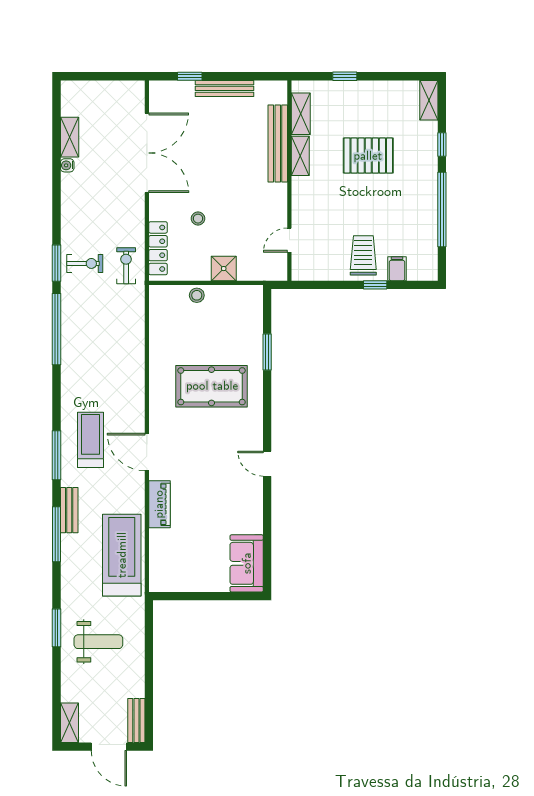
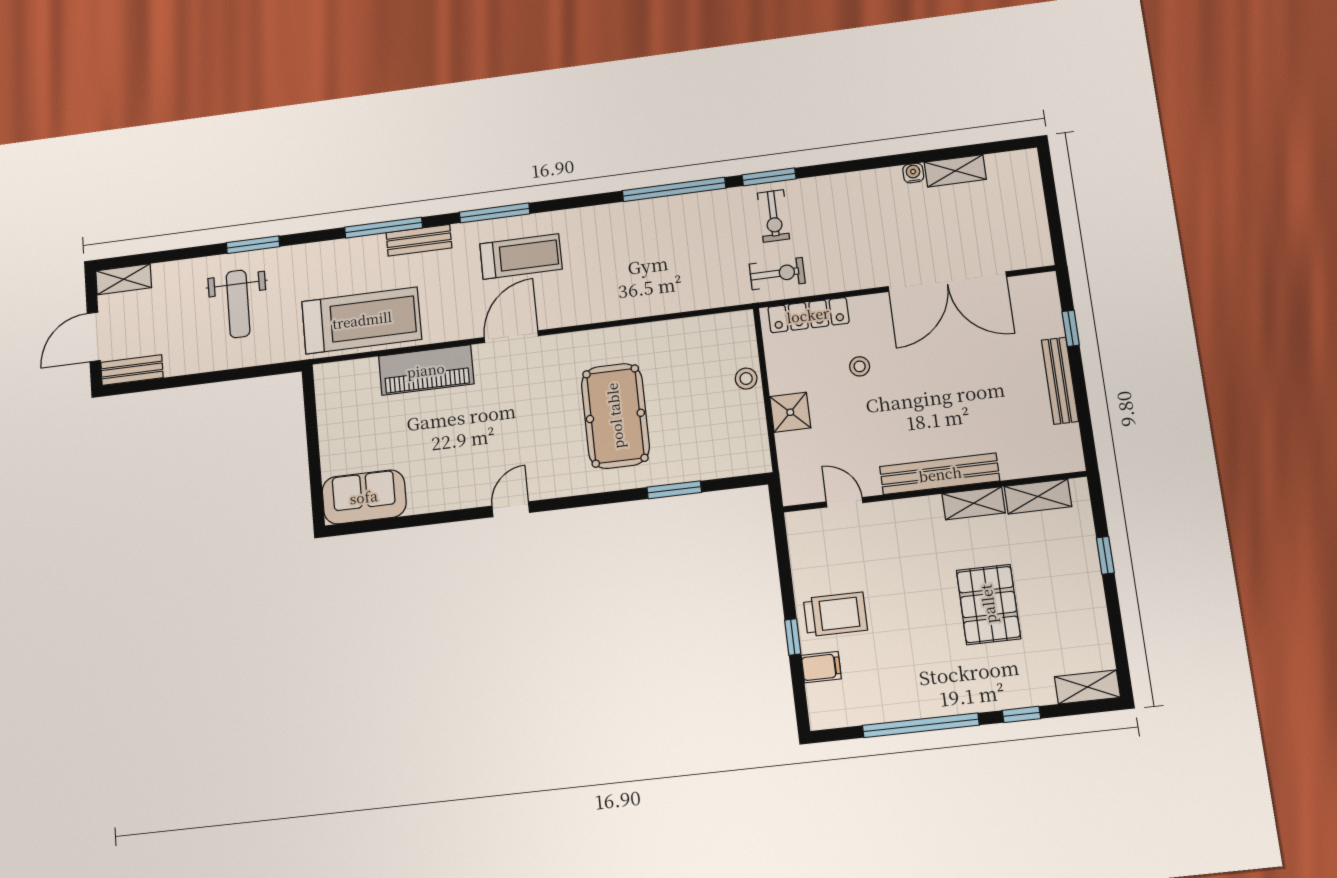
bench: (278, 143) -> (940, 474), moved
piano: (159, 504) -> (426, 370), width x1.37, depth x1.33

